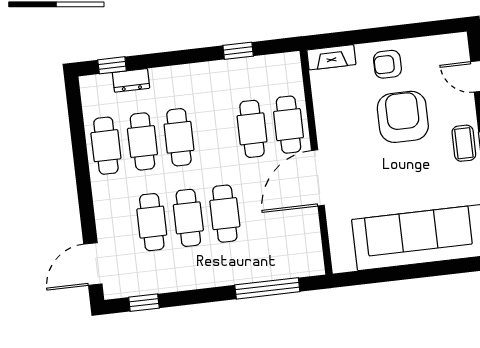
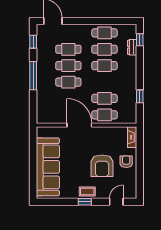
armchair: (403, 117) -> (102, 166), turned 90
window: (267, 288) -> (33, 76), moved

